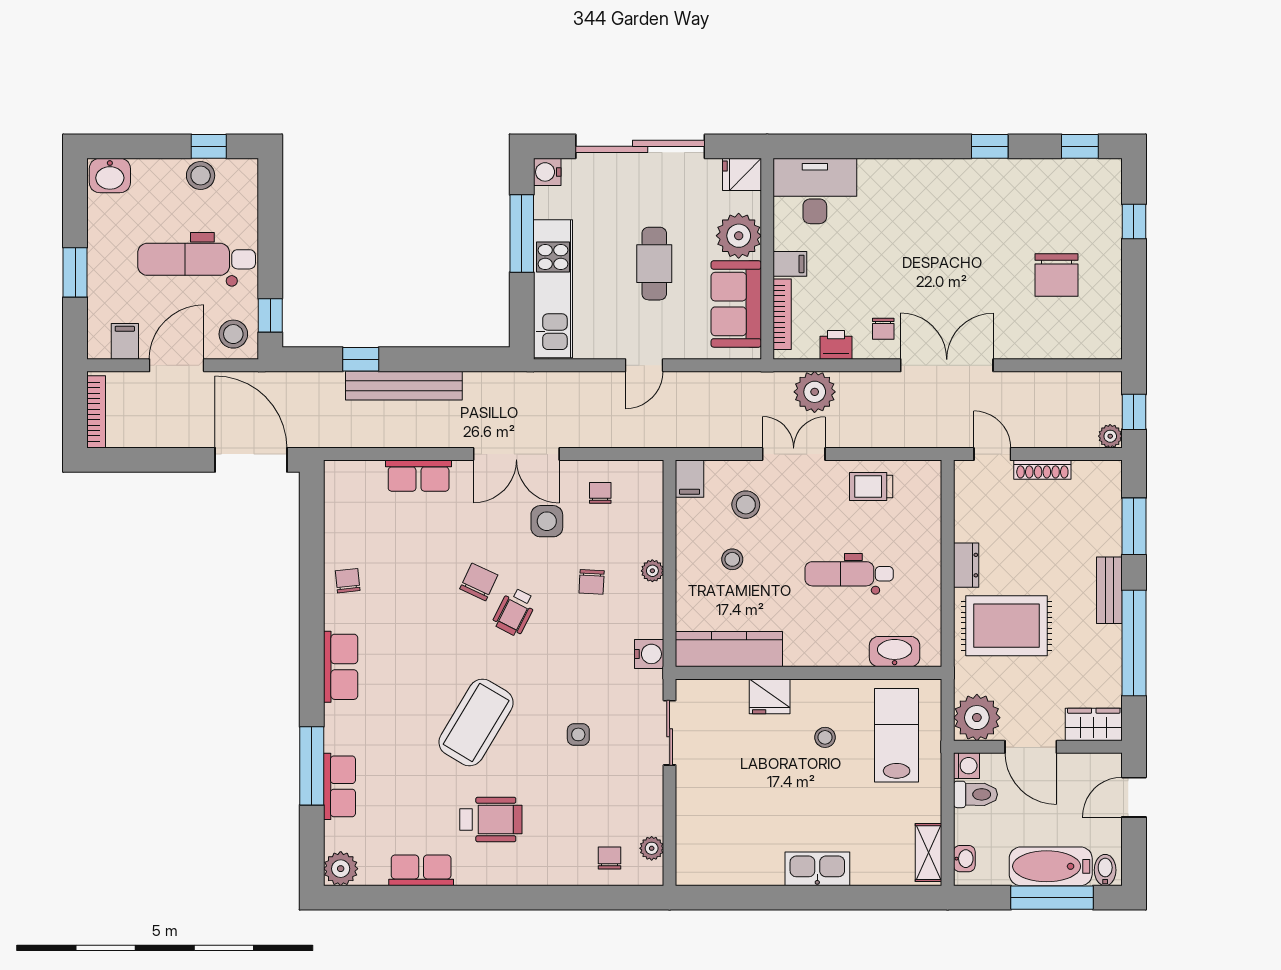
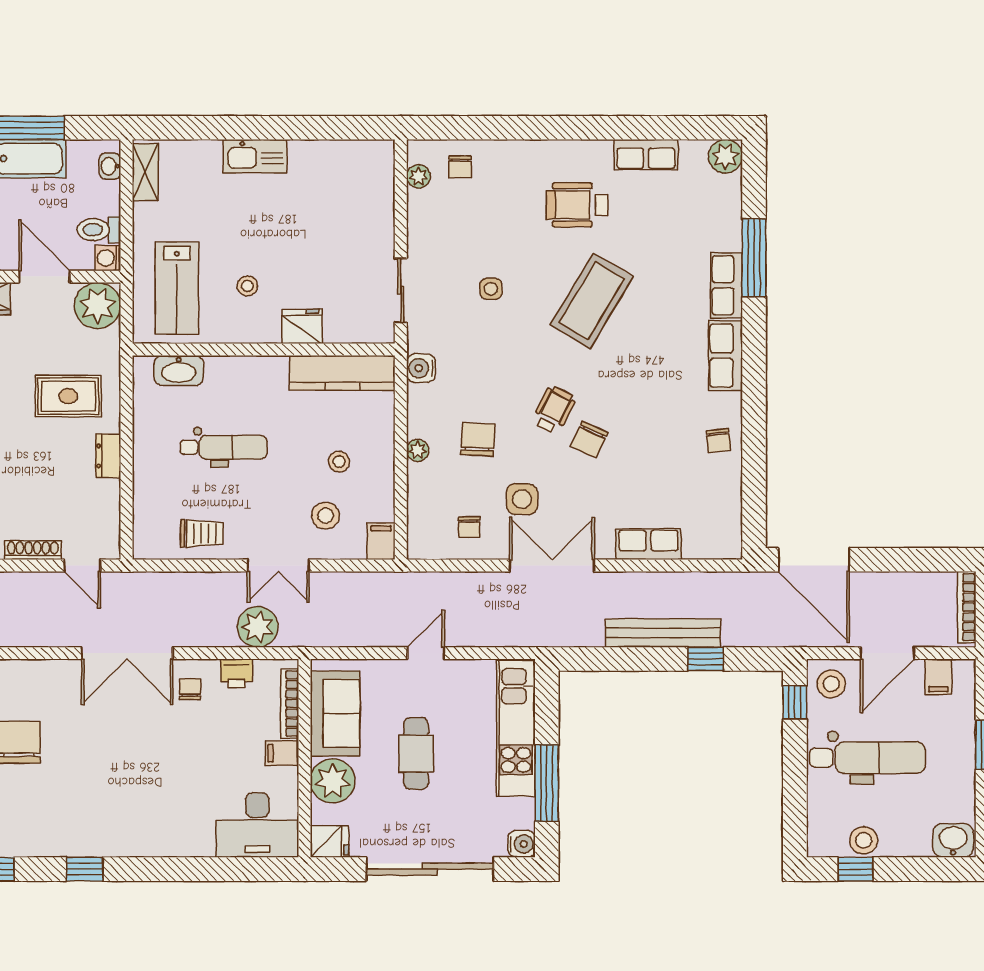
chair: (592, 582) -> (478, 439), width x1.37, depth x1.37
rug: (1006, 626) -> (68, 396), width x0.73, depth x0.70
row of seats: (339, 786) -> (727, 285), moved

